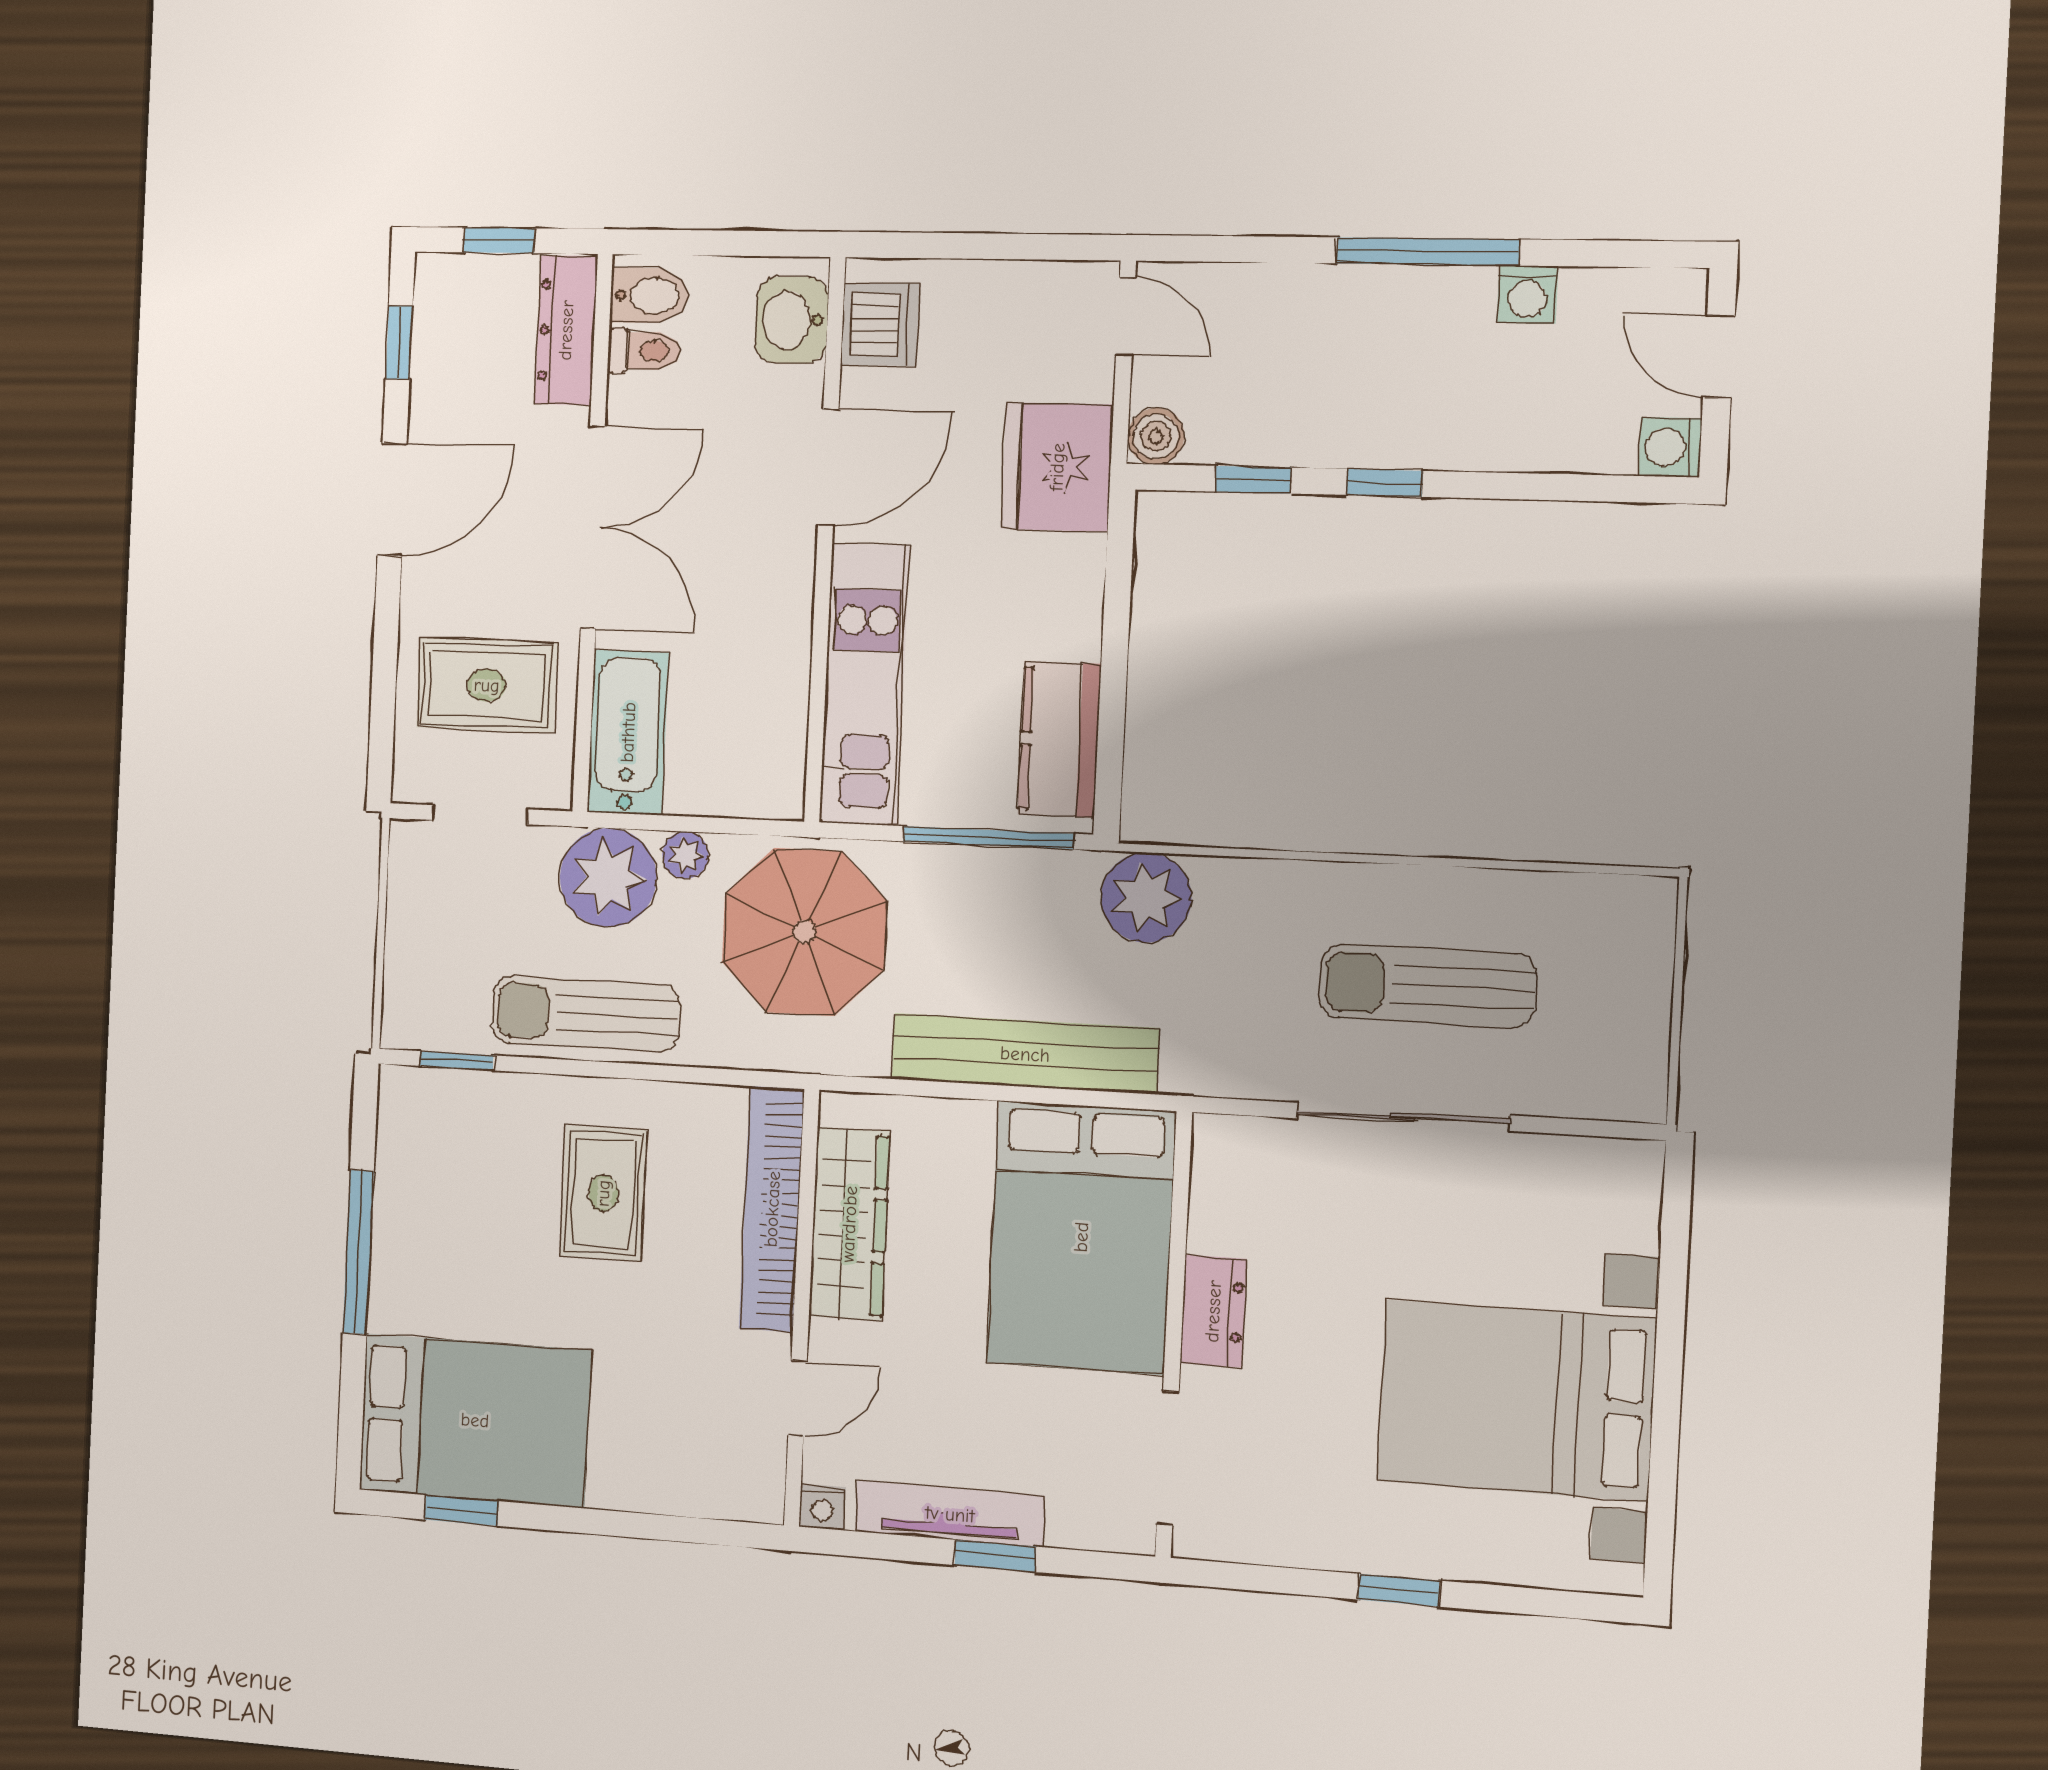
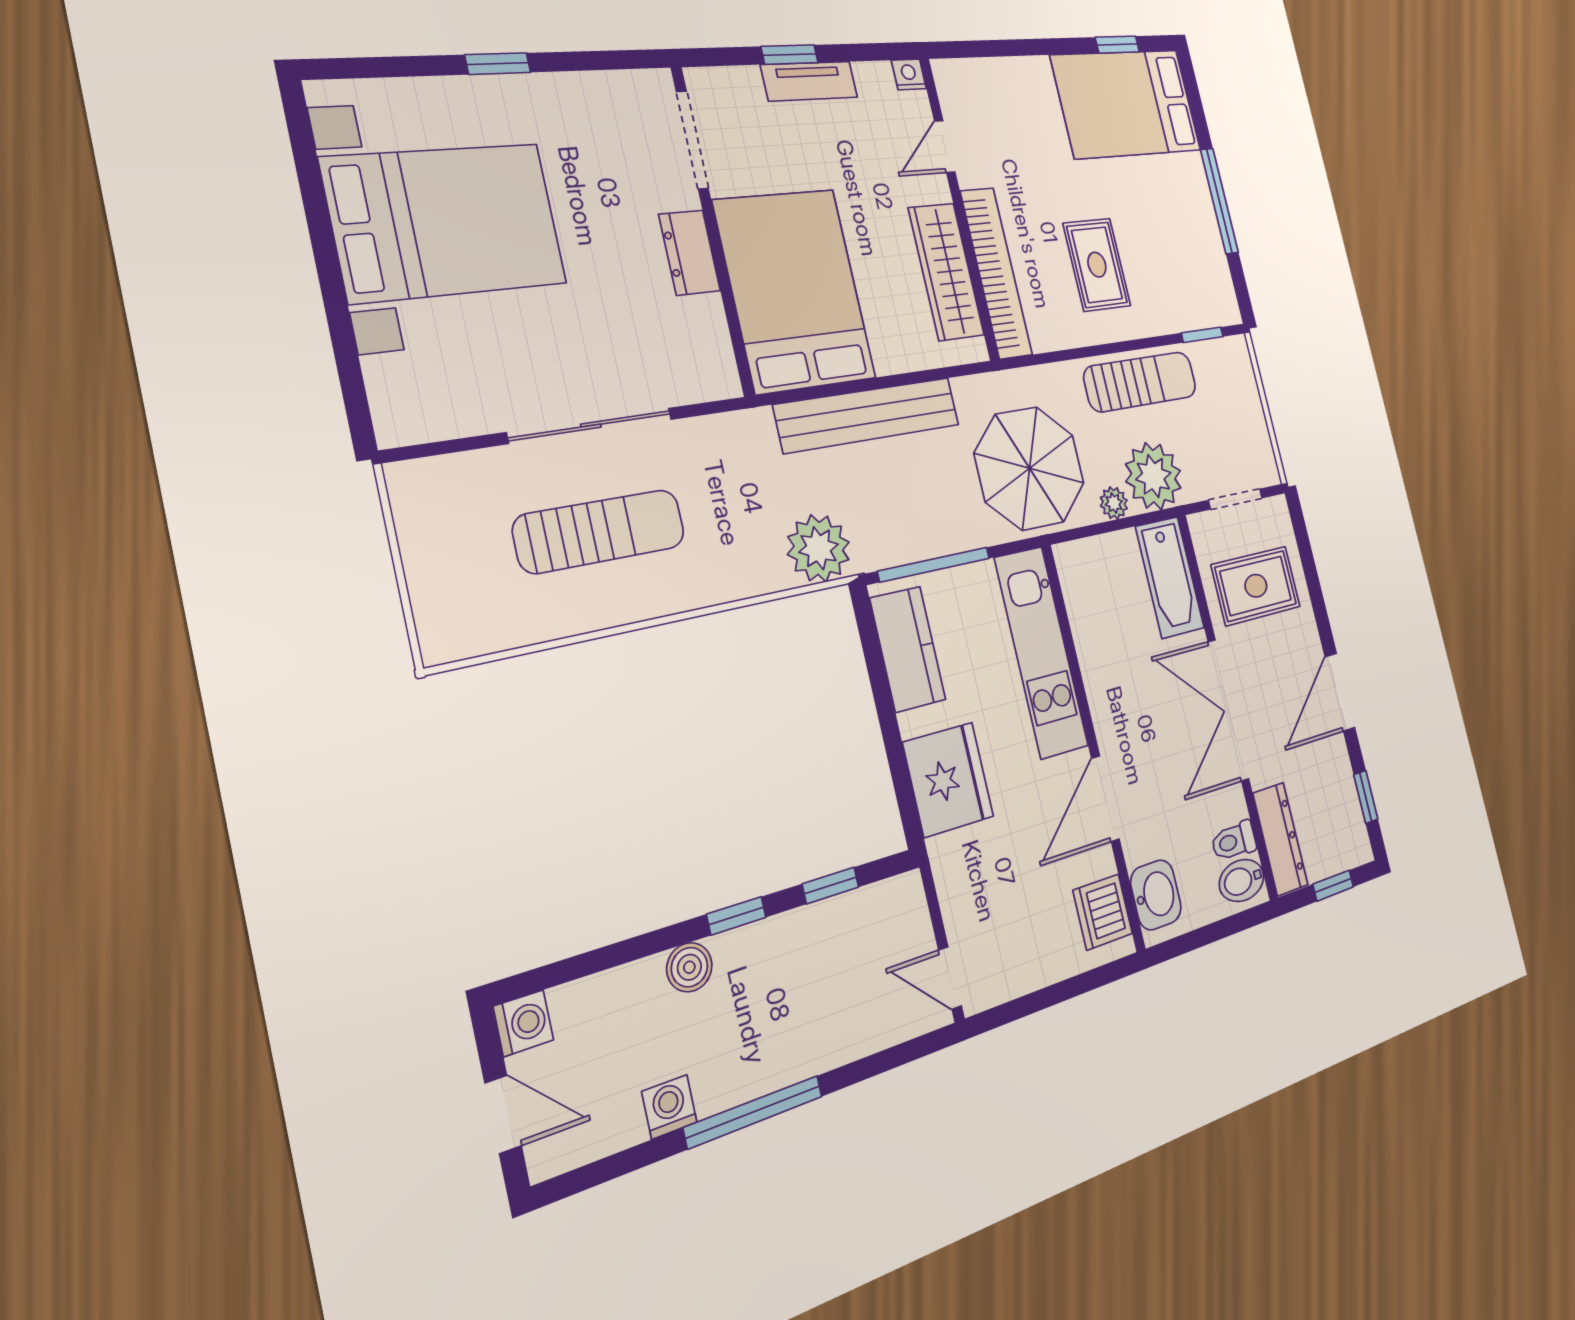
boiler: (1156, 436) -> (689, 967), moved
fridge: (1057, 467) -> (948, 780), moved
tv unit: (950, 1514) -> (809, 81), width x0.71

